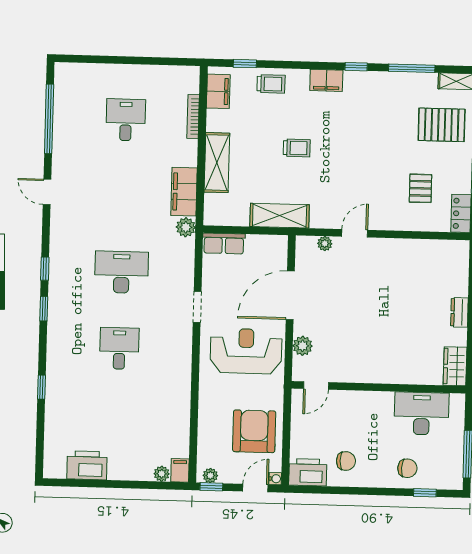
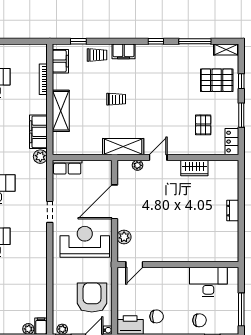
filing cabinet: (326, 80) -> (124, 51), moved
shelving: (280, 216) -> (123, 147), moved
wardrobe: (455, 366) -> (194, 168), moved, turned -90

